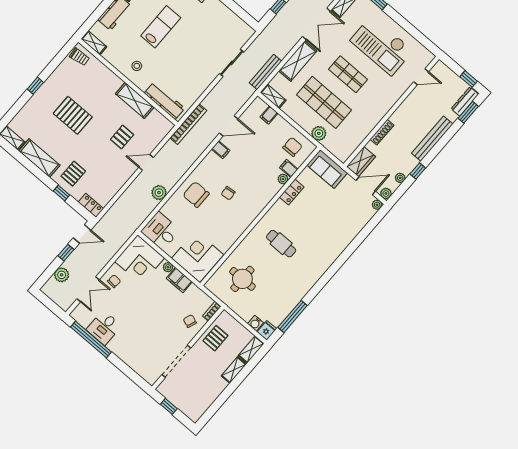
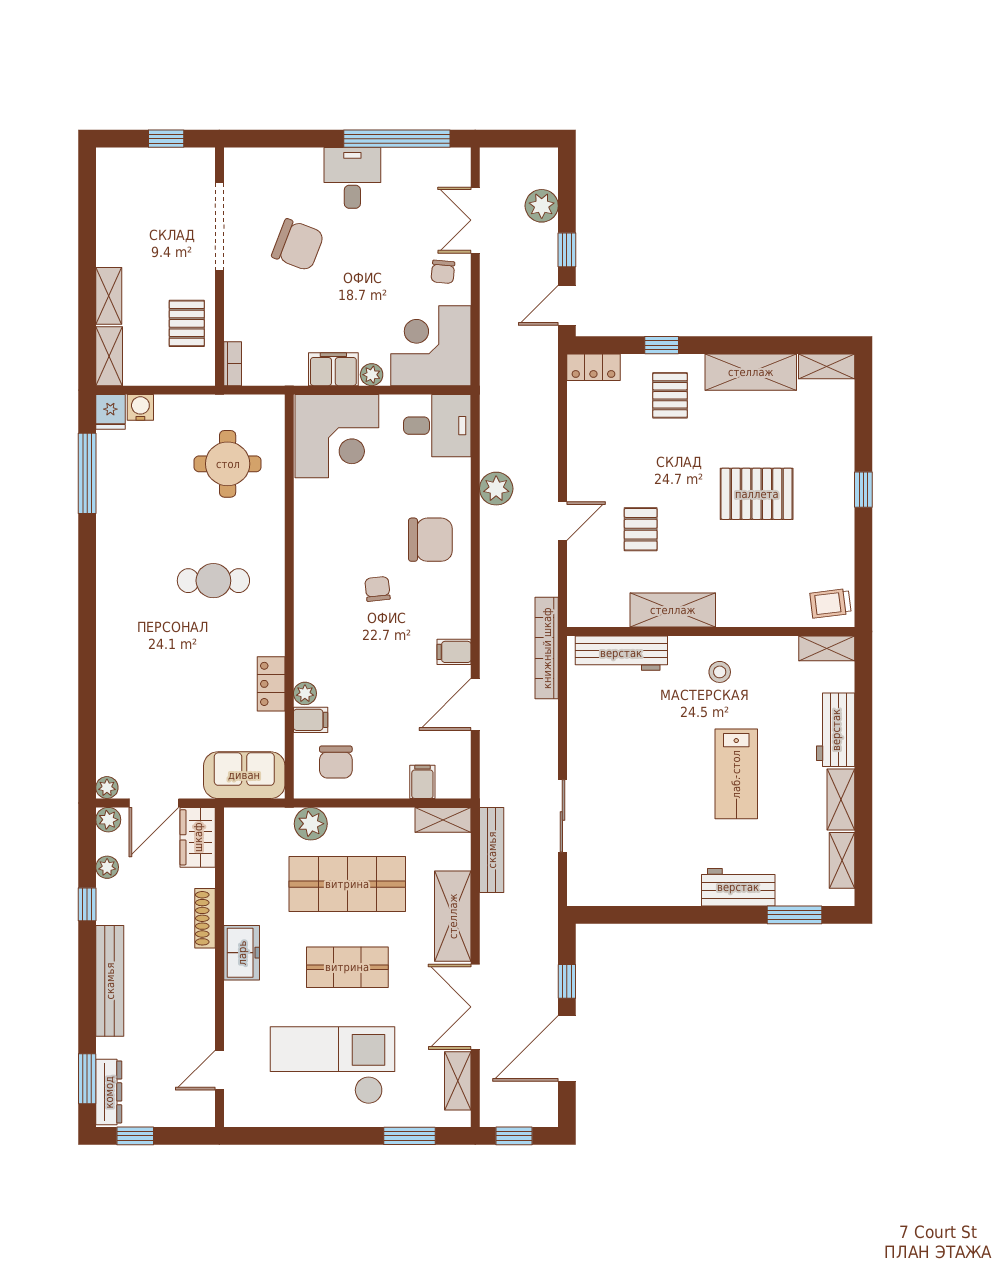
freezer: (380, 110) -> (242, 953), added
chair: (190, 321) -> (298, 245), moved, width x1.87, depth x1.87
desk: (104, 328) -> (352, 178), moved

